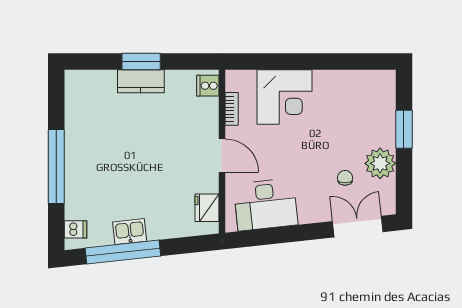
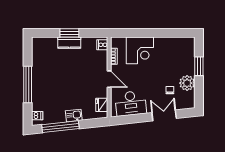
double door: (358, 227) -> (164, 115), moved
kitchen sink: (130, 232) -> (74, 116), moved

